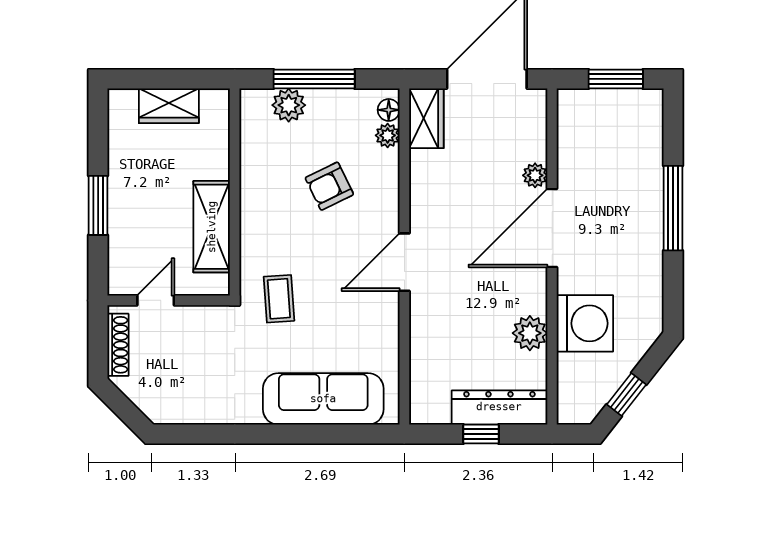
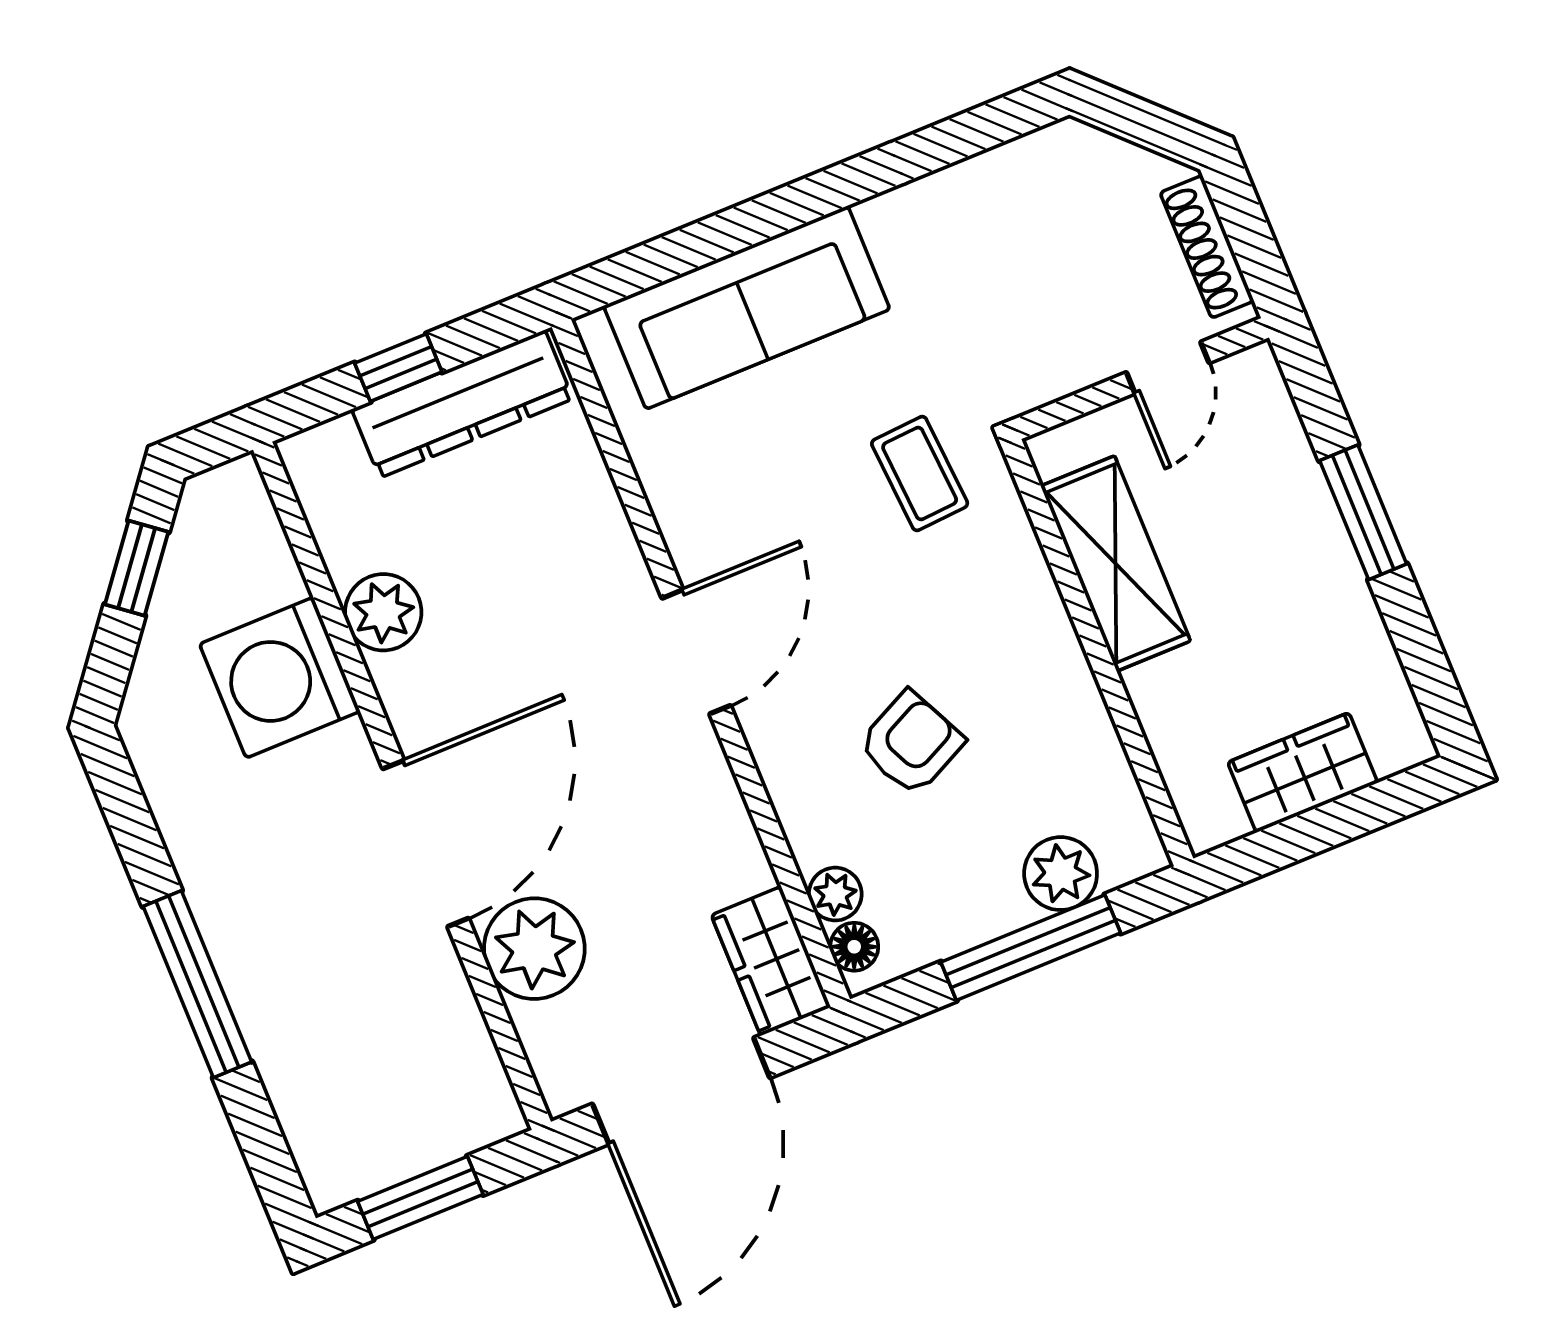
plant: (535, 175) -> (534, 949), width x1.87, depth x1.87
dresser: (499, 407) -> (462, 404), moved

